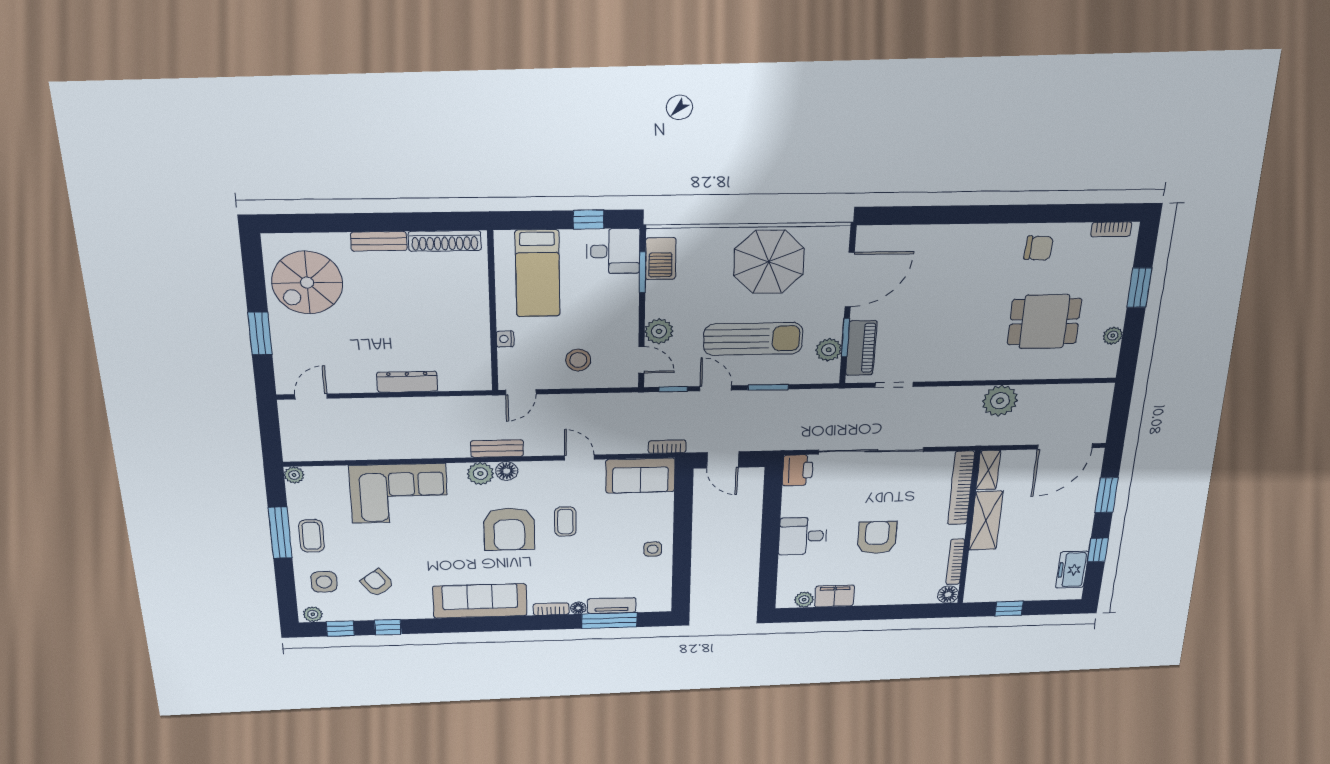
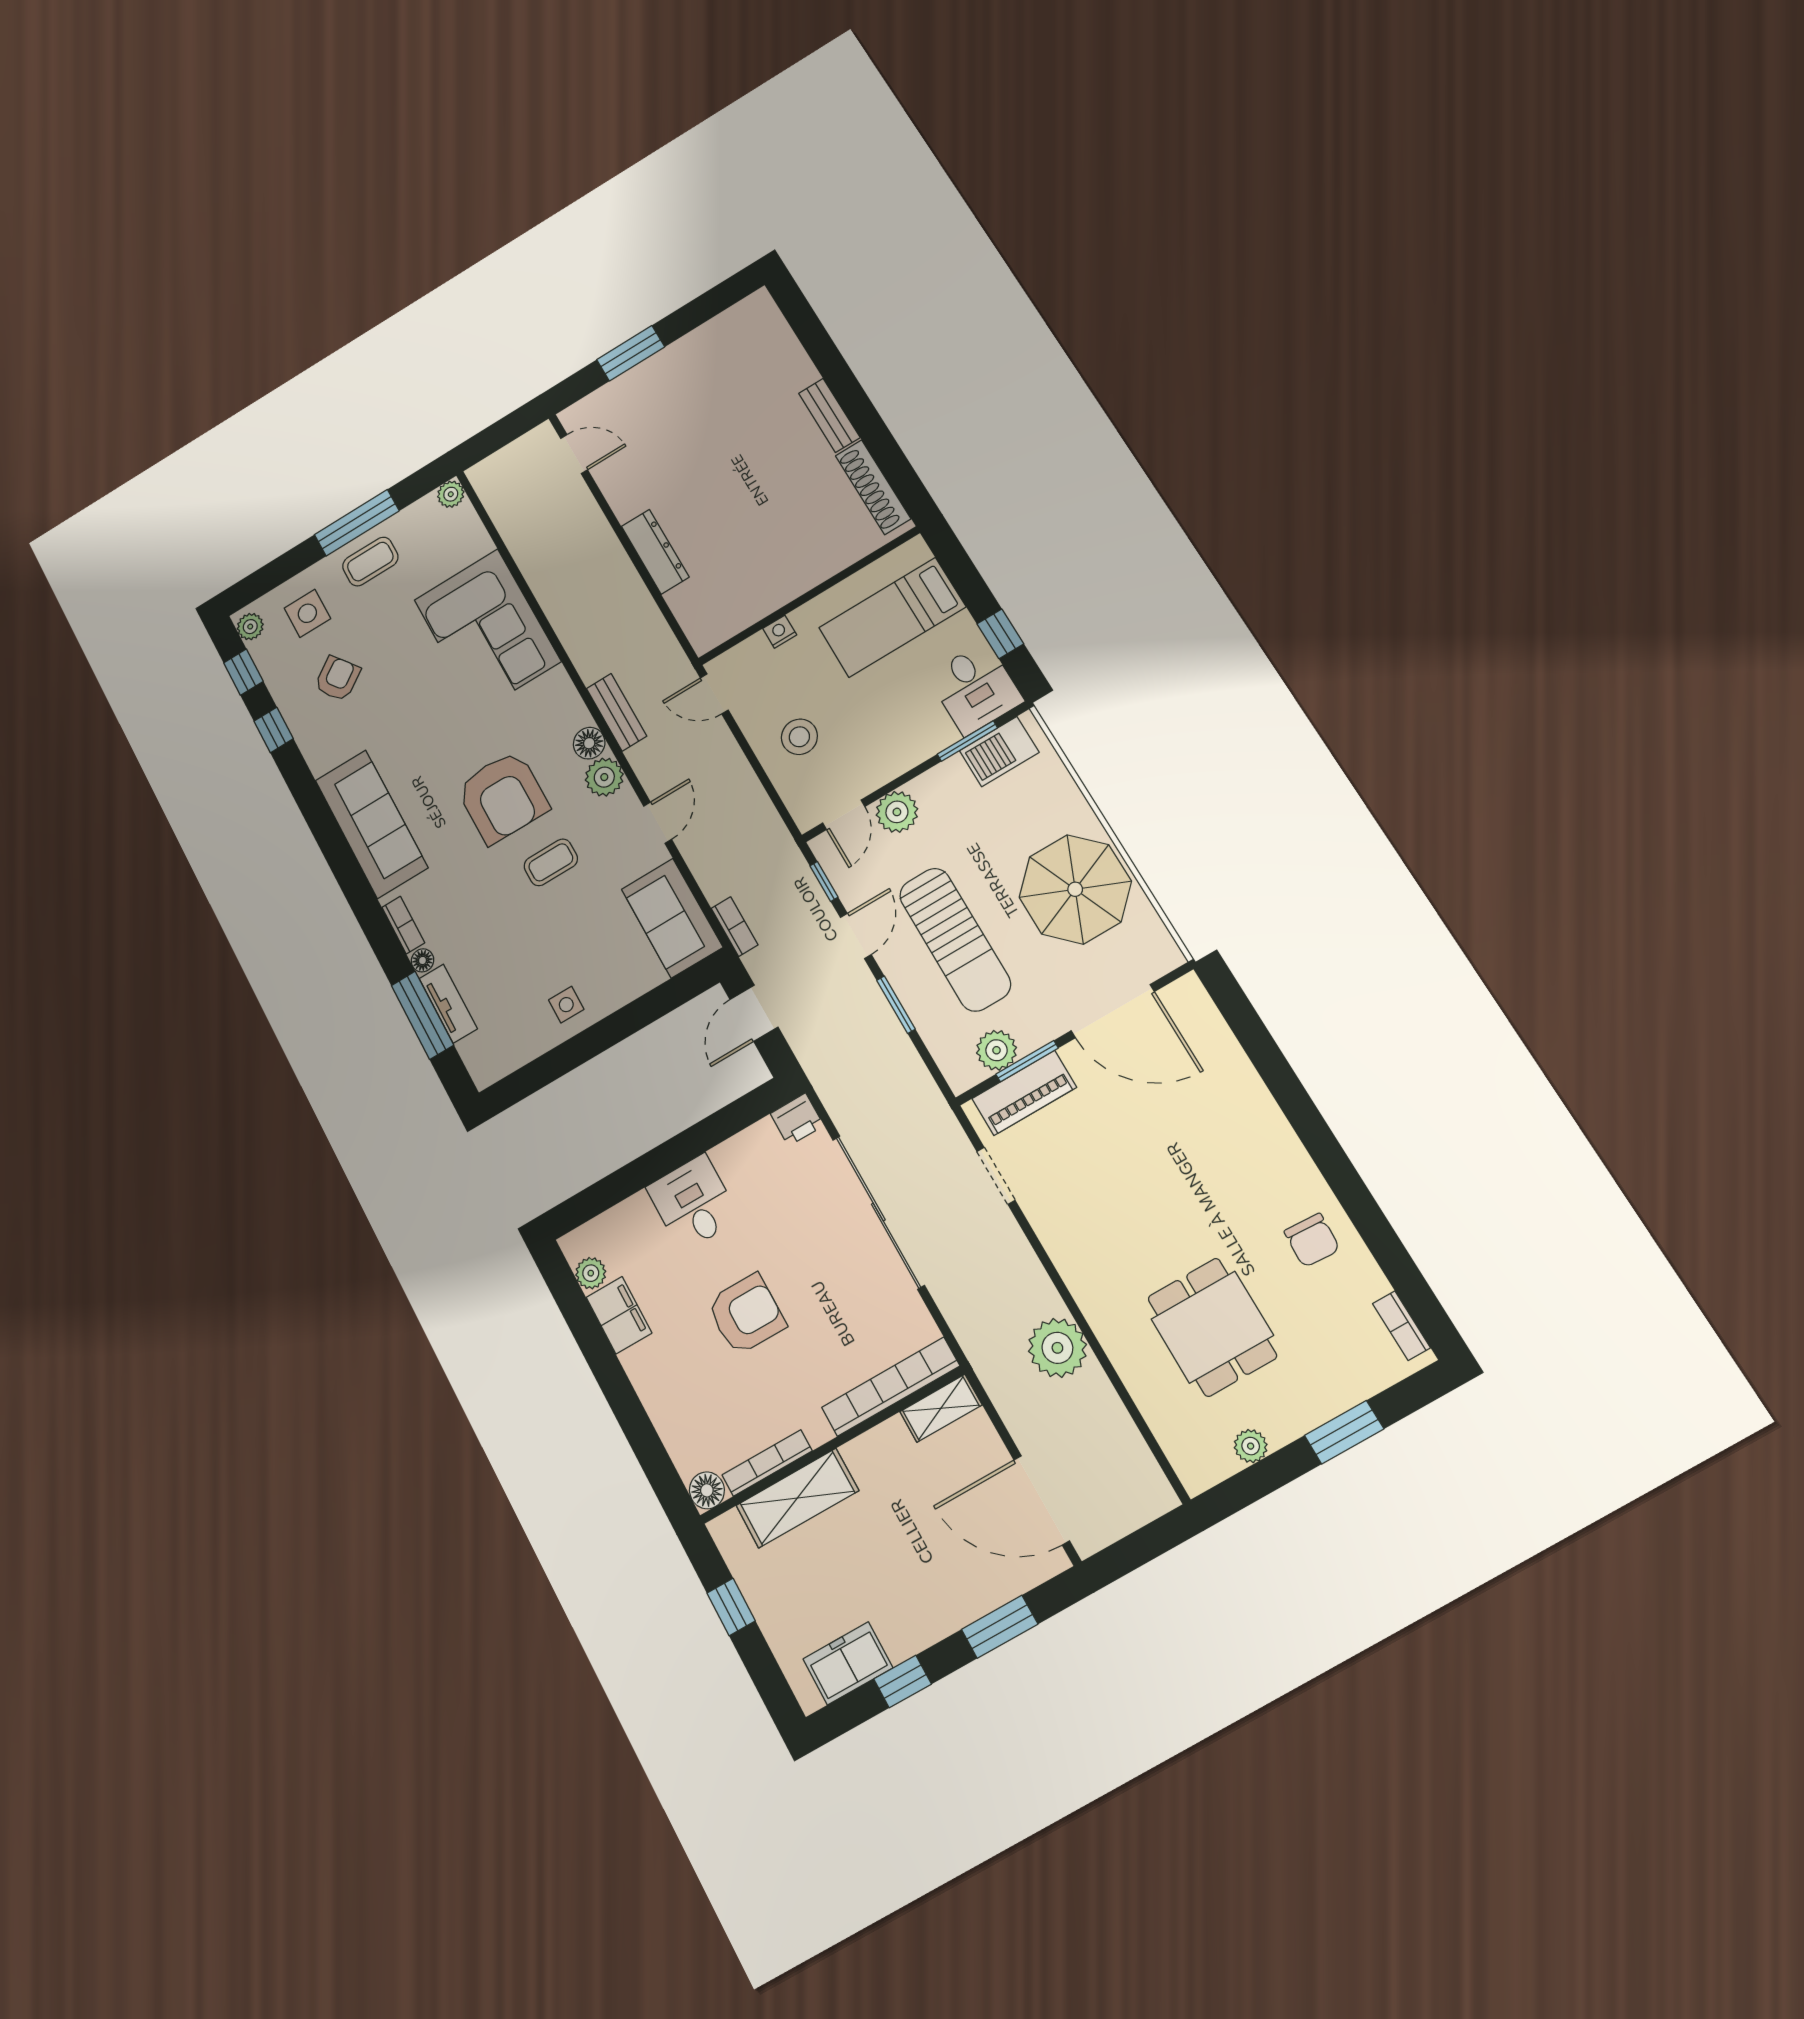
spiral stairs: (307, 283) -> (729, 368), removed
printer: (798, 470) -> (797, 1120), width x0.73, depth x0.81
plant: (480, 474) -> (604, 777), moved
shelving: (986, 521) -> (797, 1498), moved
armchair: (509, 529) -> (503, 797), turned -90

